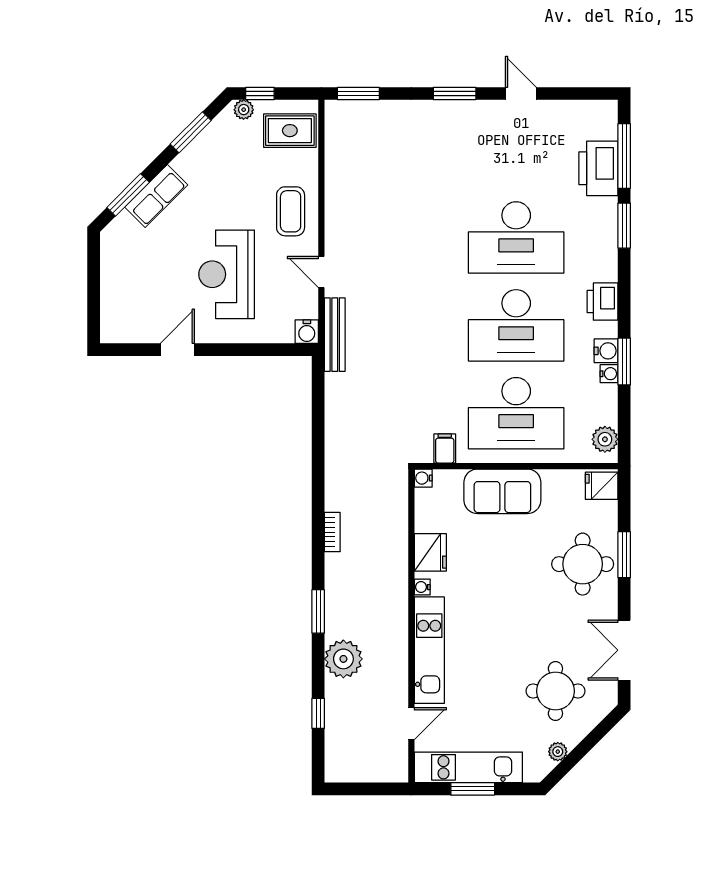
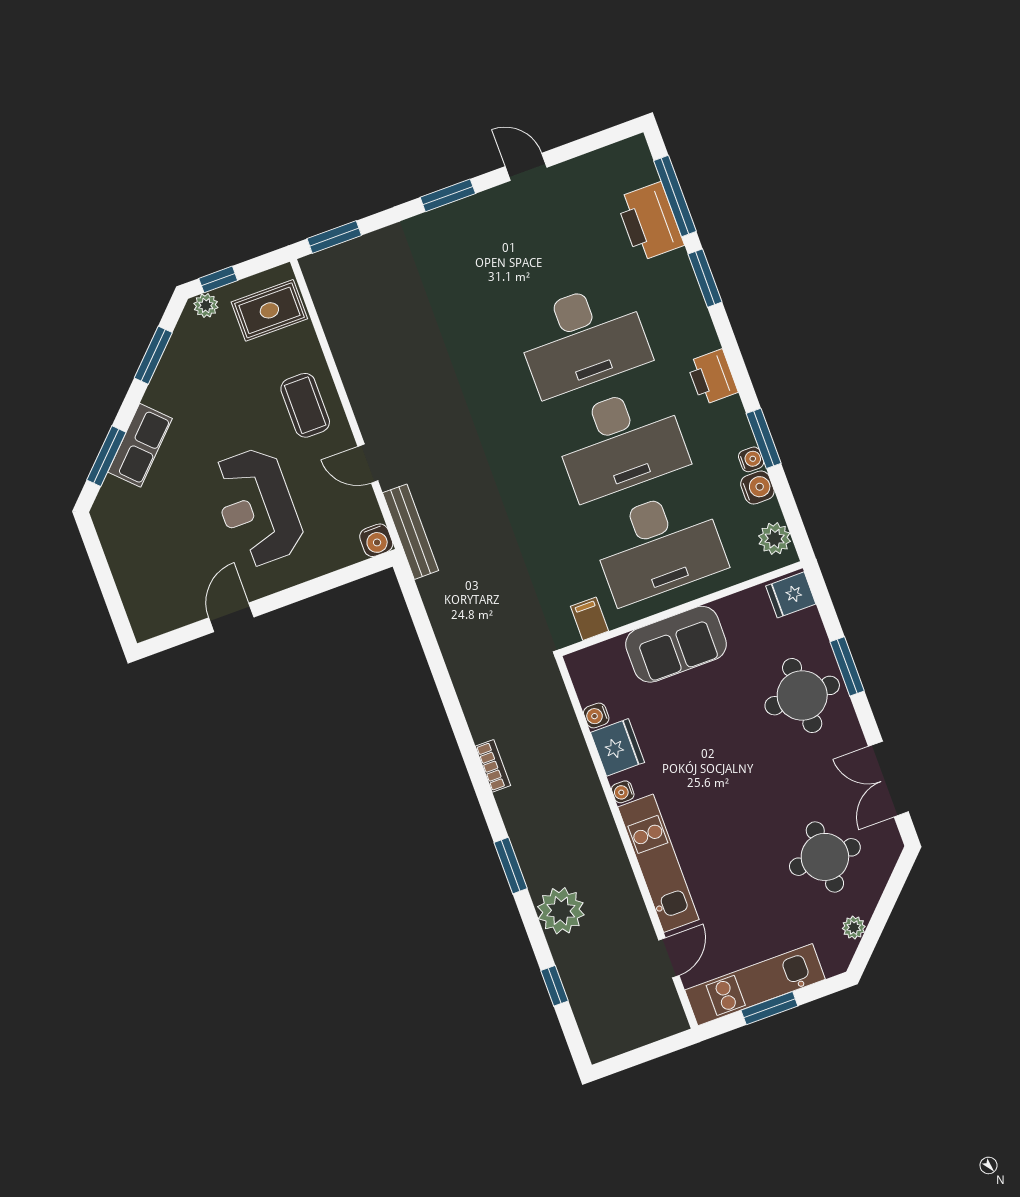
water cooler: (606, 351) -> (757, 488), moved
water cooler: (423, 478) -> (596, 716), moved

